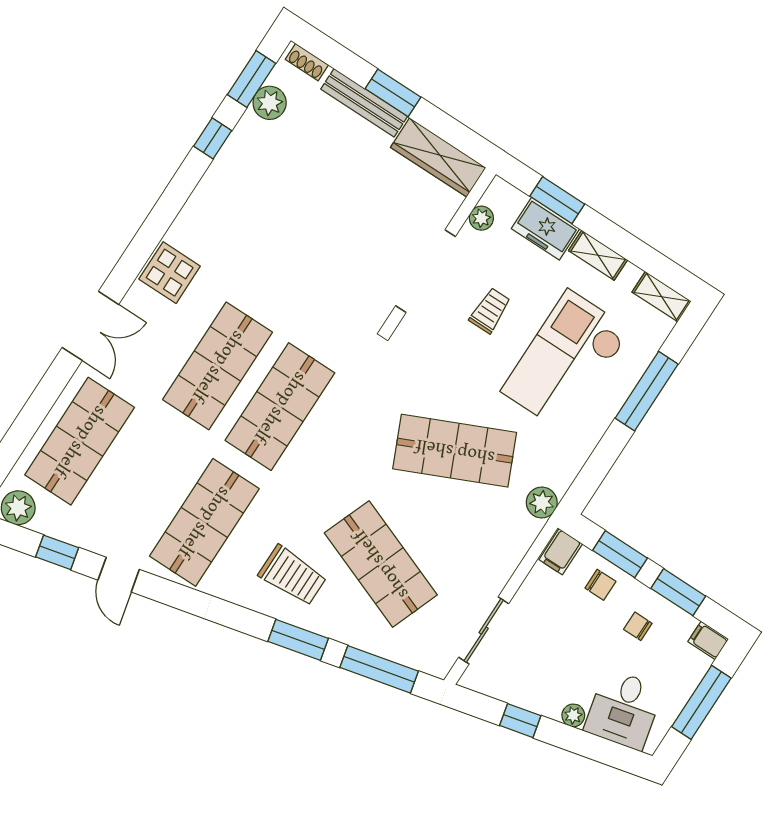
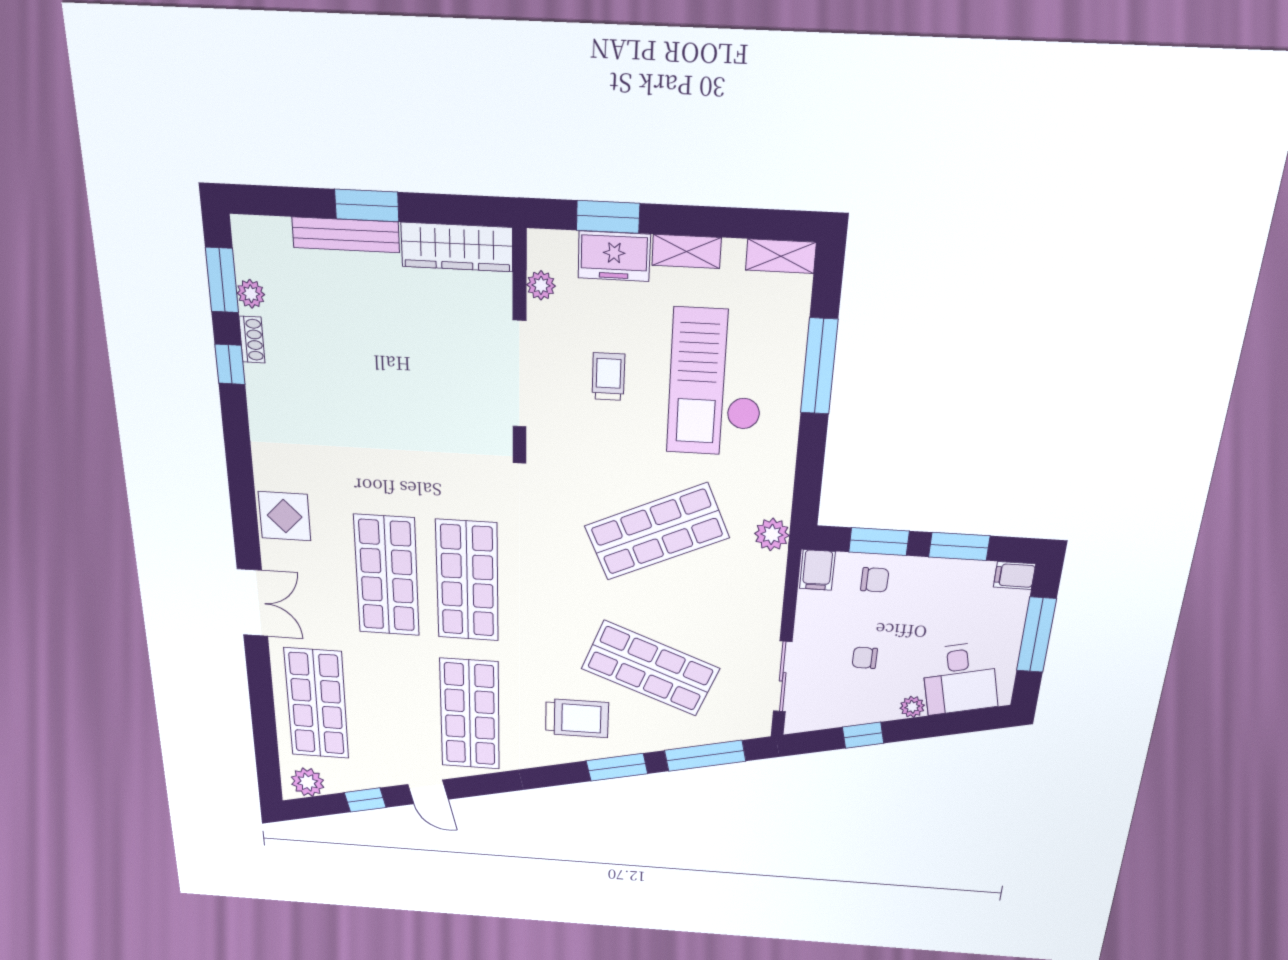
shoe rack: (307, 62) -> (252, 340), moved, turned -90
plant: (270, 103) -> (251, 294), width x0.73, depth x0.73
chair: (638, 626) -> (865, 658), moved

